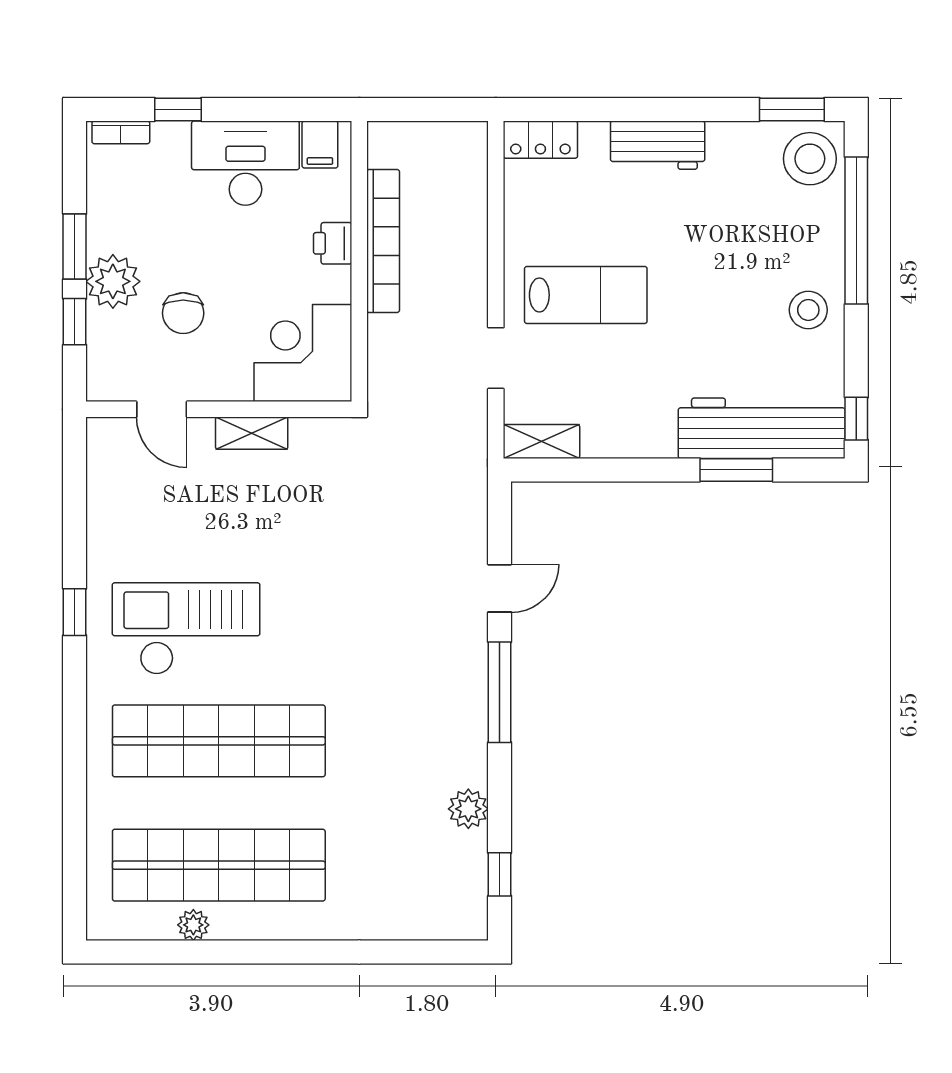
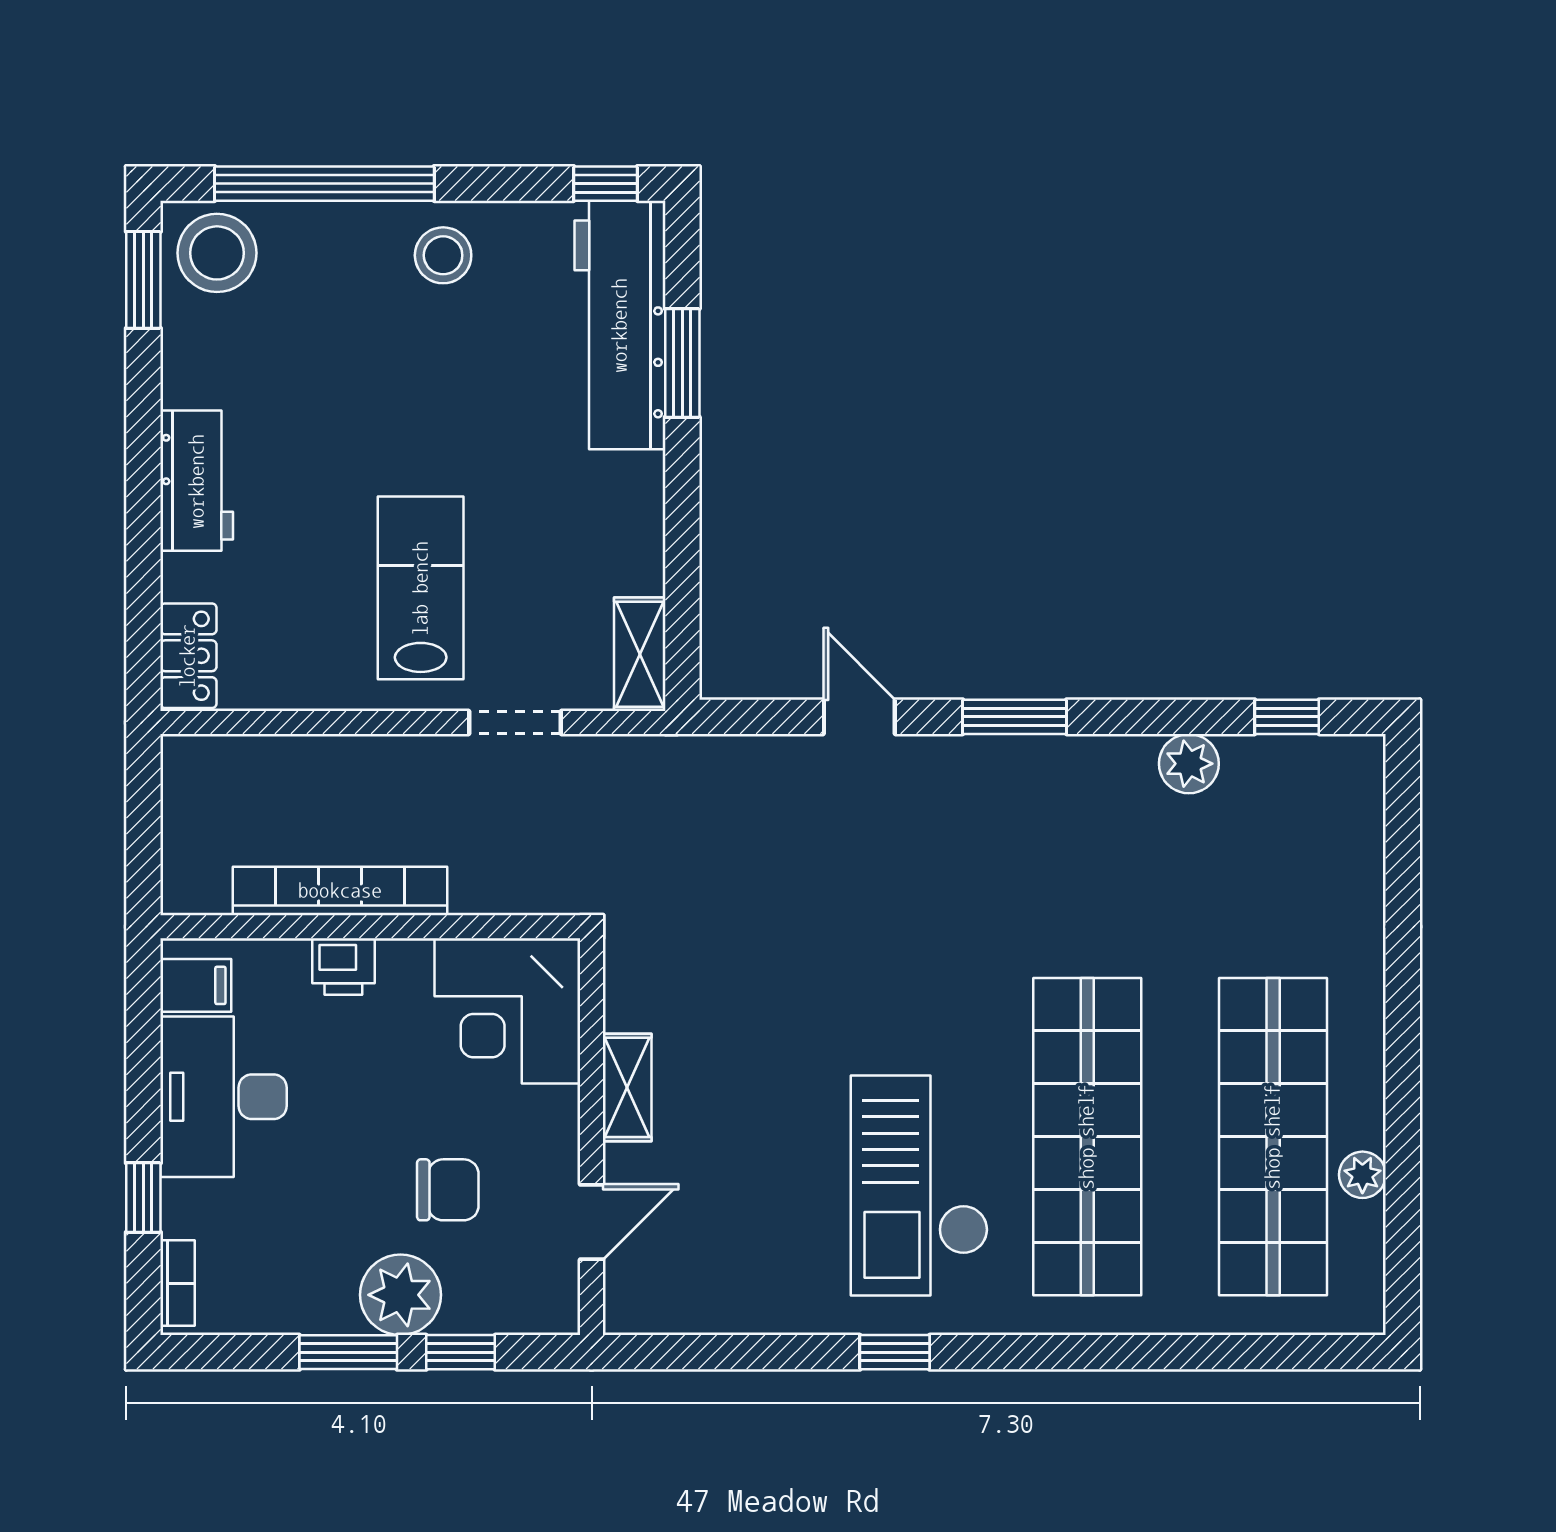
window: (500, 692) -> (1015, 717), width x0.69

